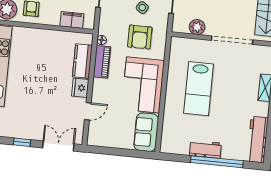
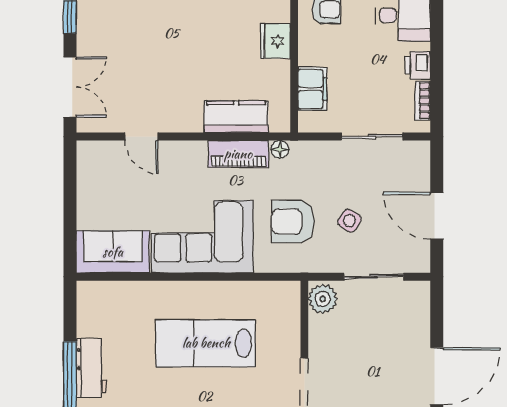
plant: (197, 27) -> (323, 299), moved
fridge: (80, 88) -> (275, 41), moved, turned -90

